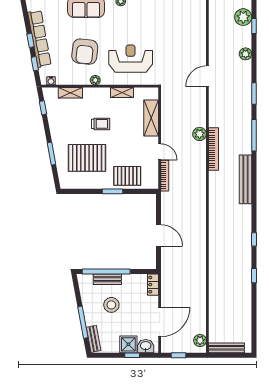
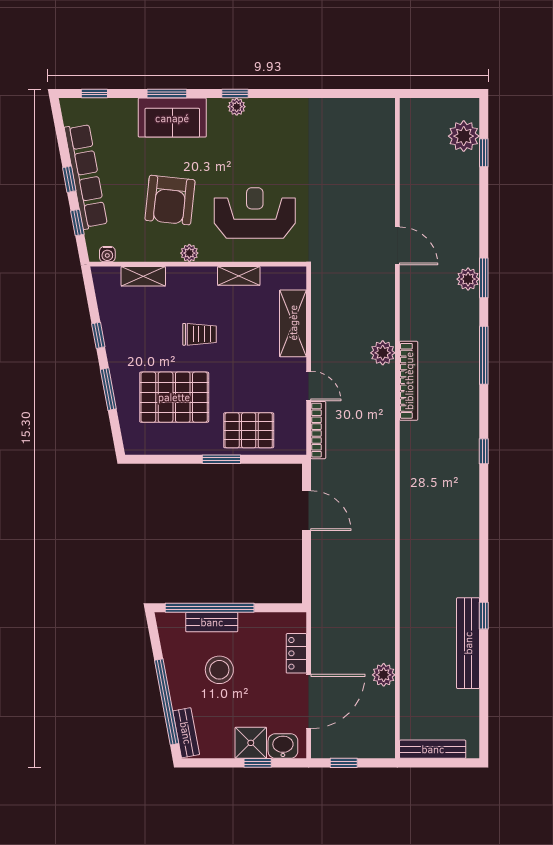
plant: (246, 54) -> (468, 279), moved
door: (207, 76) -> (397, 246), swing flipped
window: (43, 108) -> (98, 335), moved
bench: (246, 179) -> (468, 643), moved
door: (158, 235) -> (306, 511), moved
window: (254, 239) -> (484, 451), moved
locker: (153, 285) -> (296, 653), moved
window: (83, 322) -> (167, 702), width x1.46
plant: (200, 340) -> (384, 675), moved

